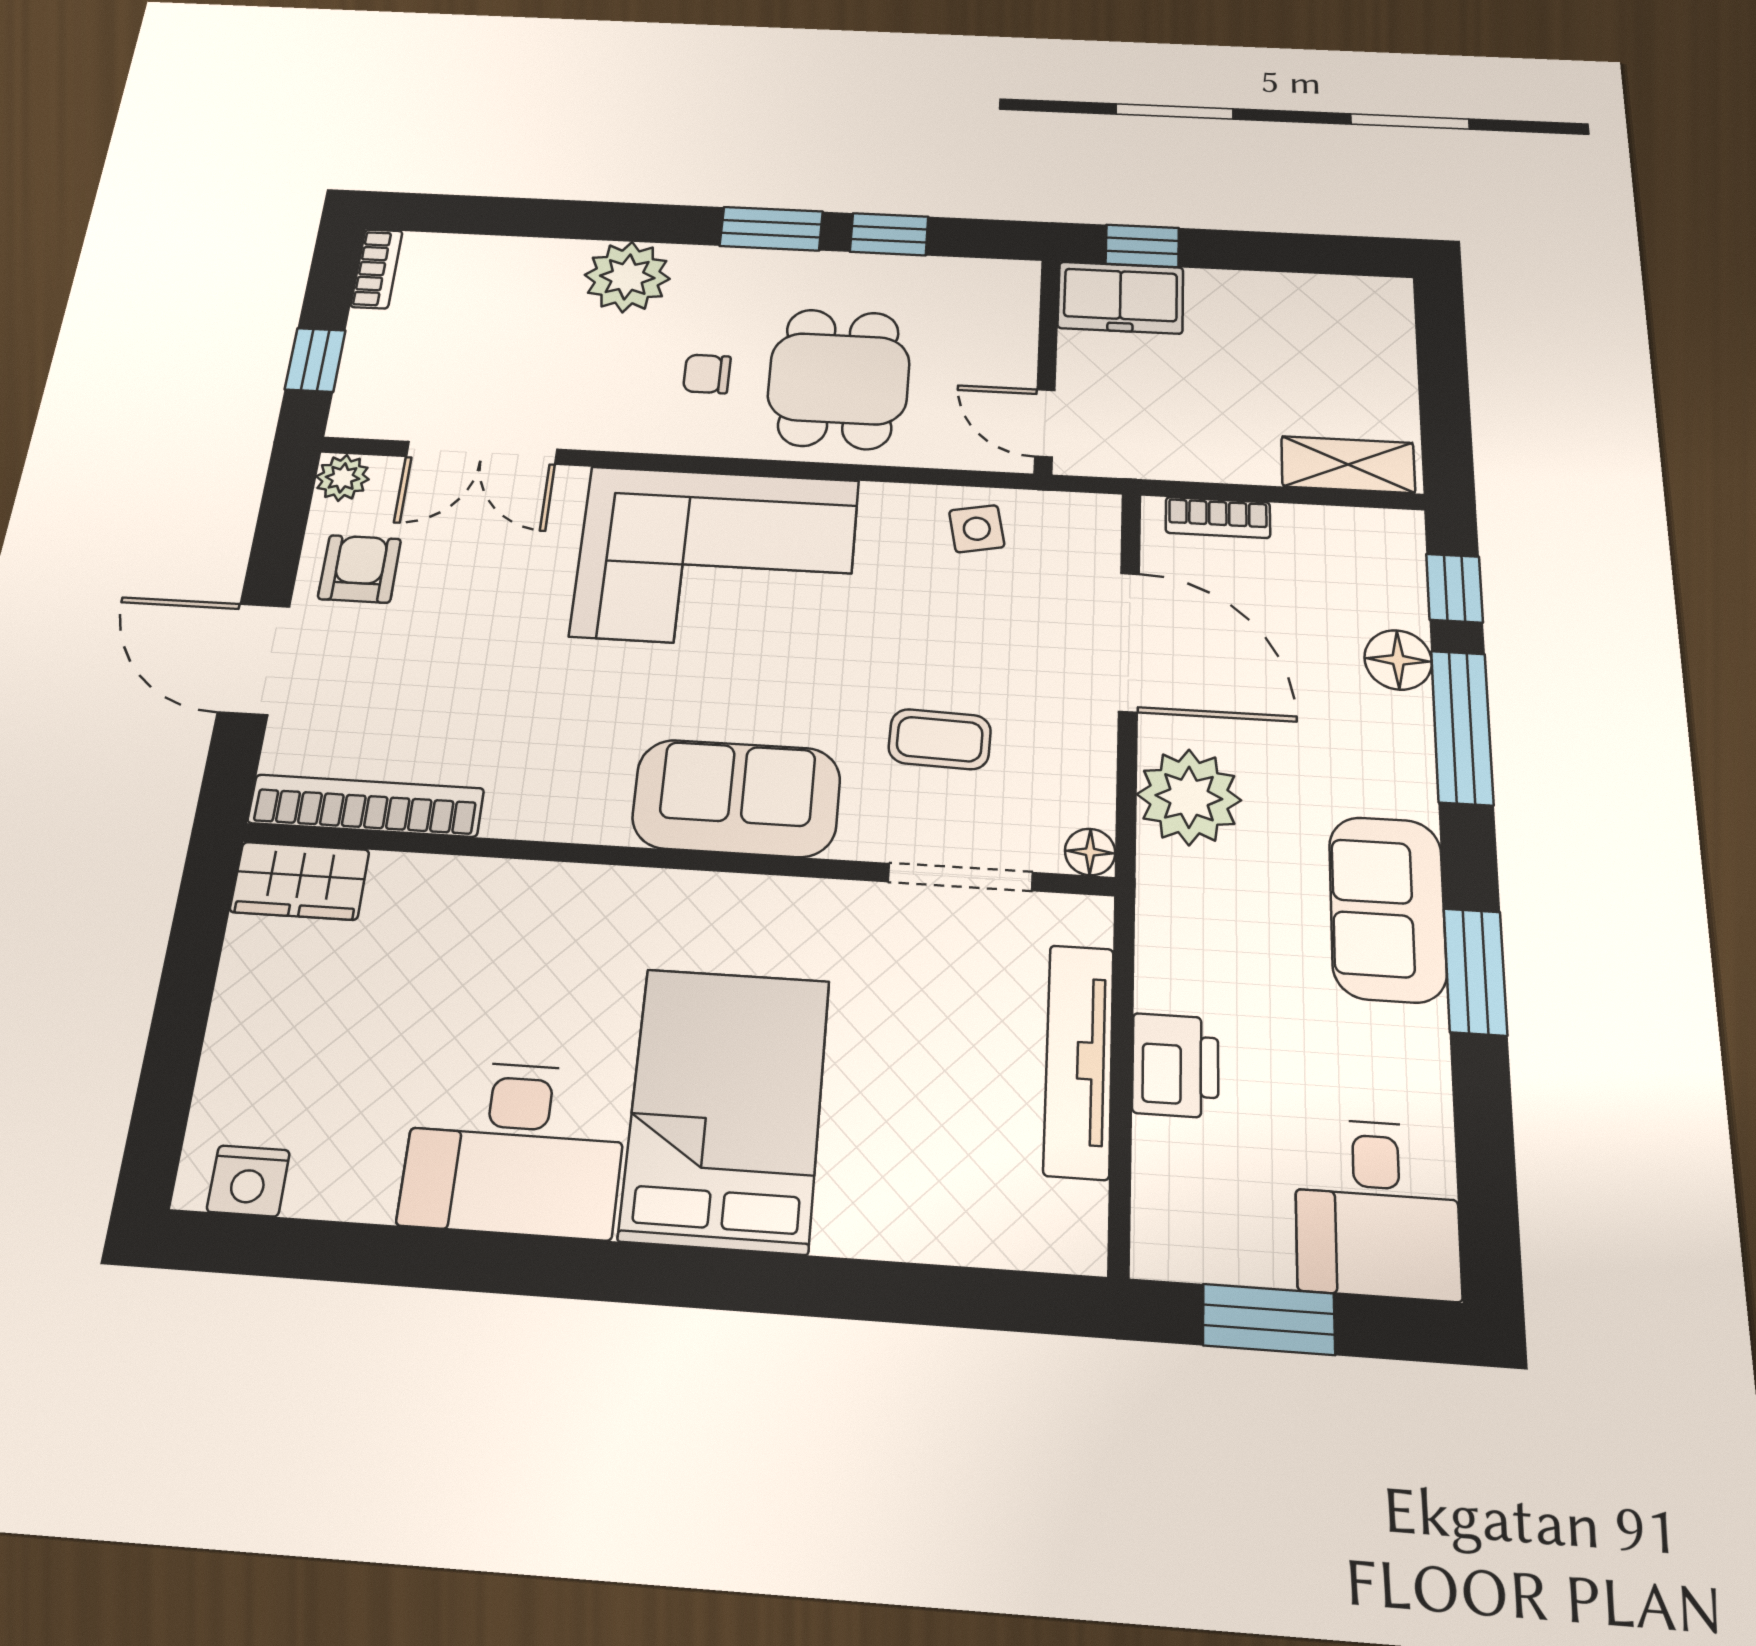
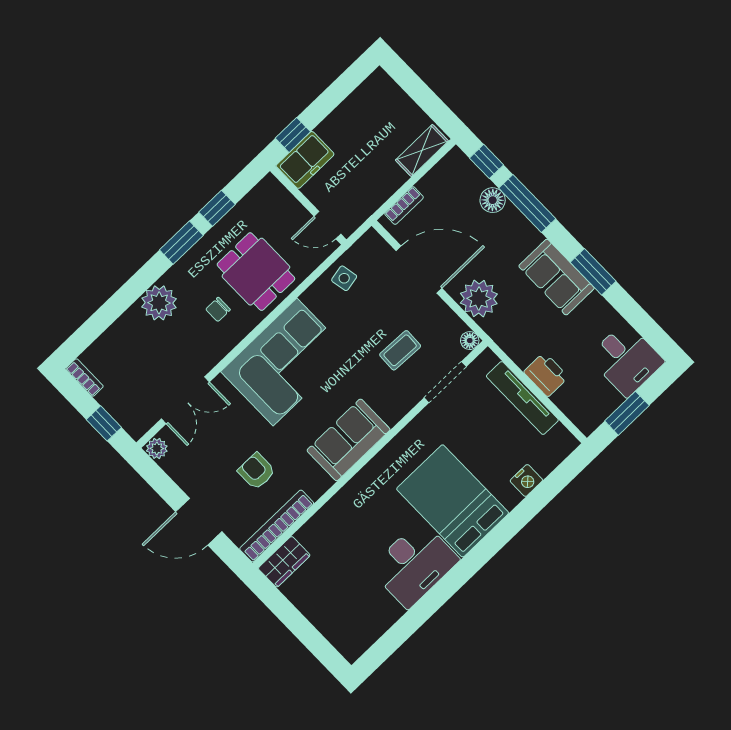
armchair: (360, 569) -> (257, 471), moved
sofa: (736, 798) -> (349, 440), moved
nightstand: (248, 1181) -> (526, 480), moved

